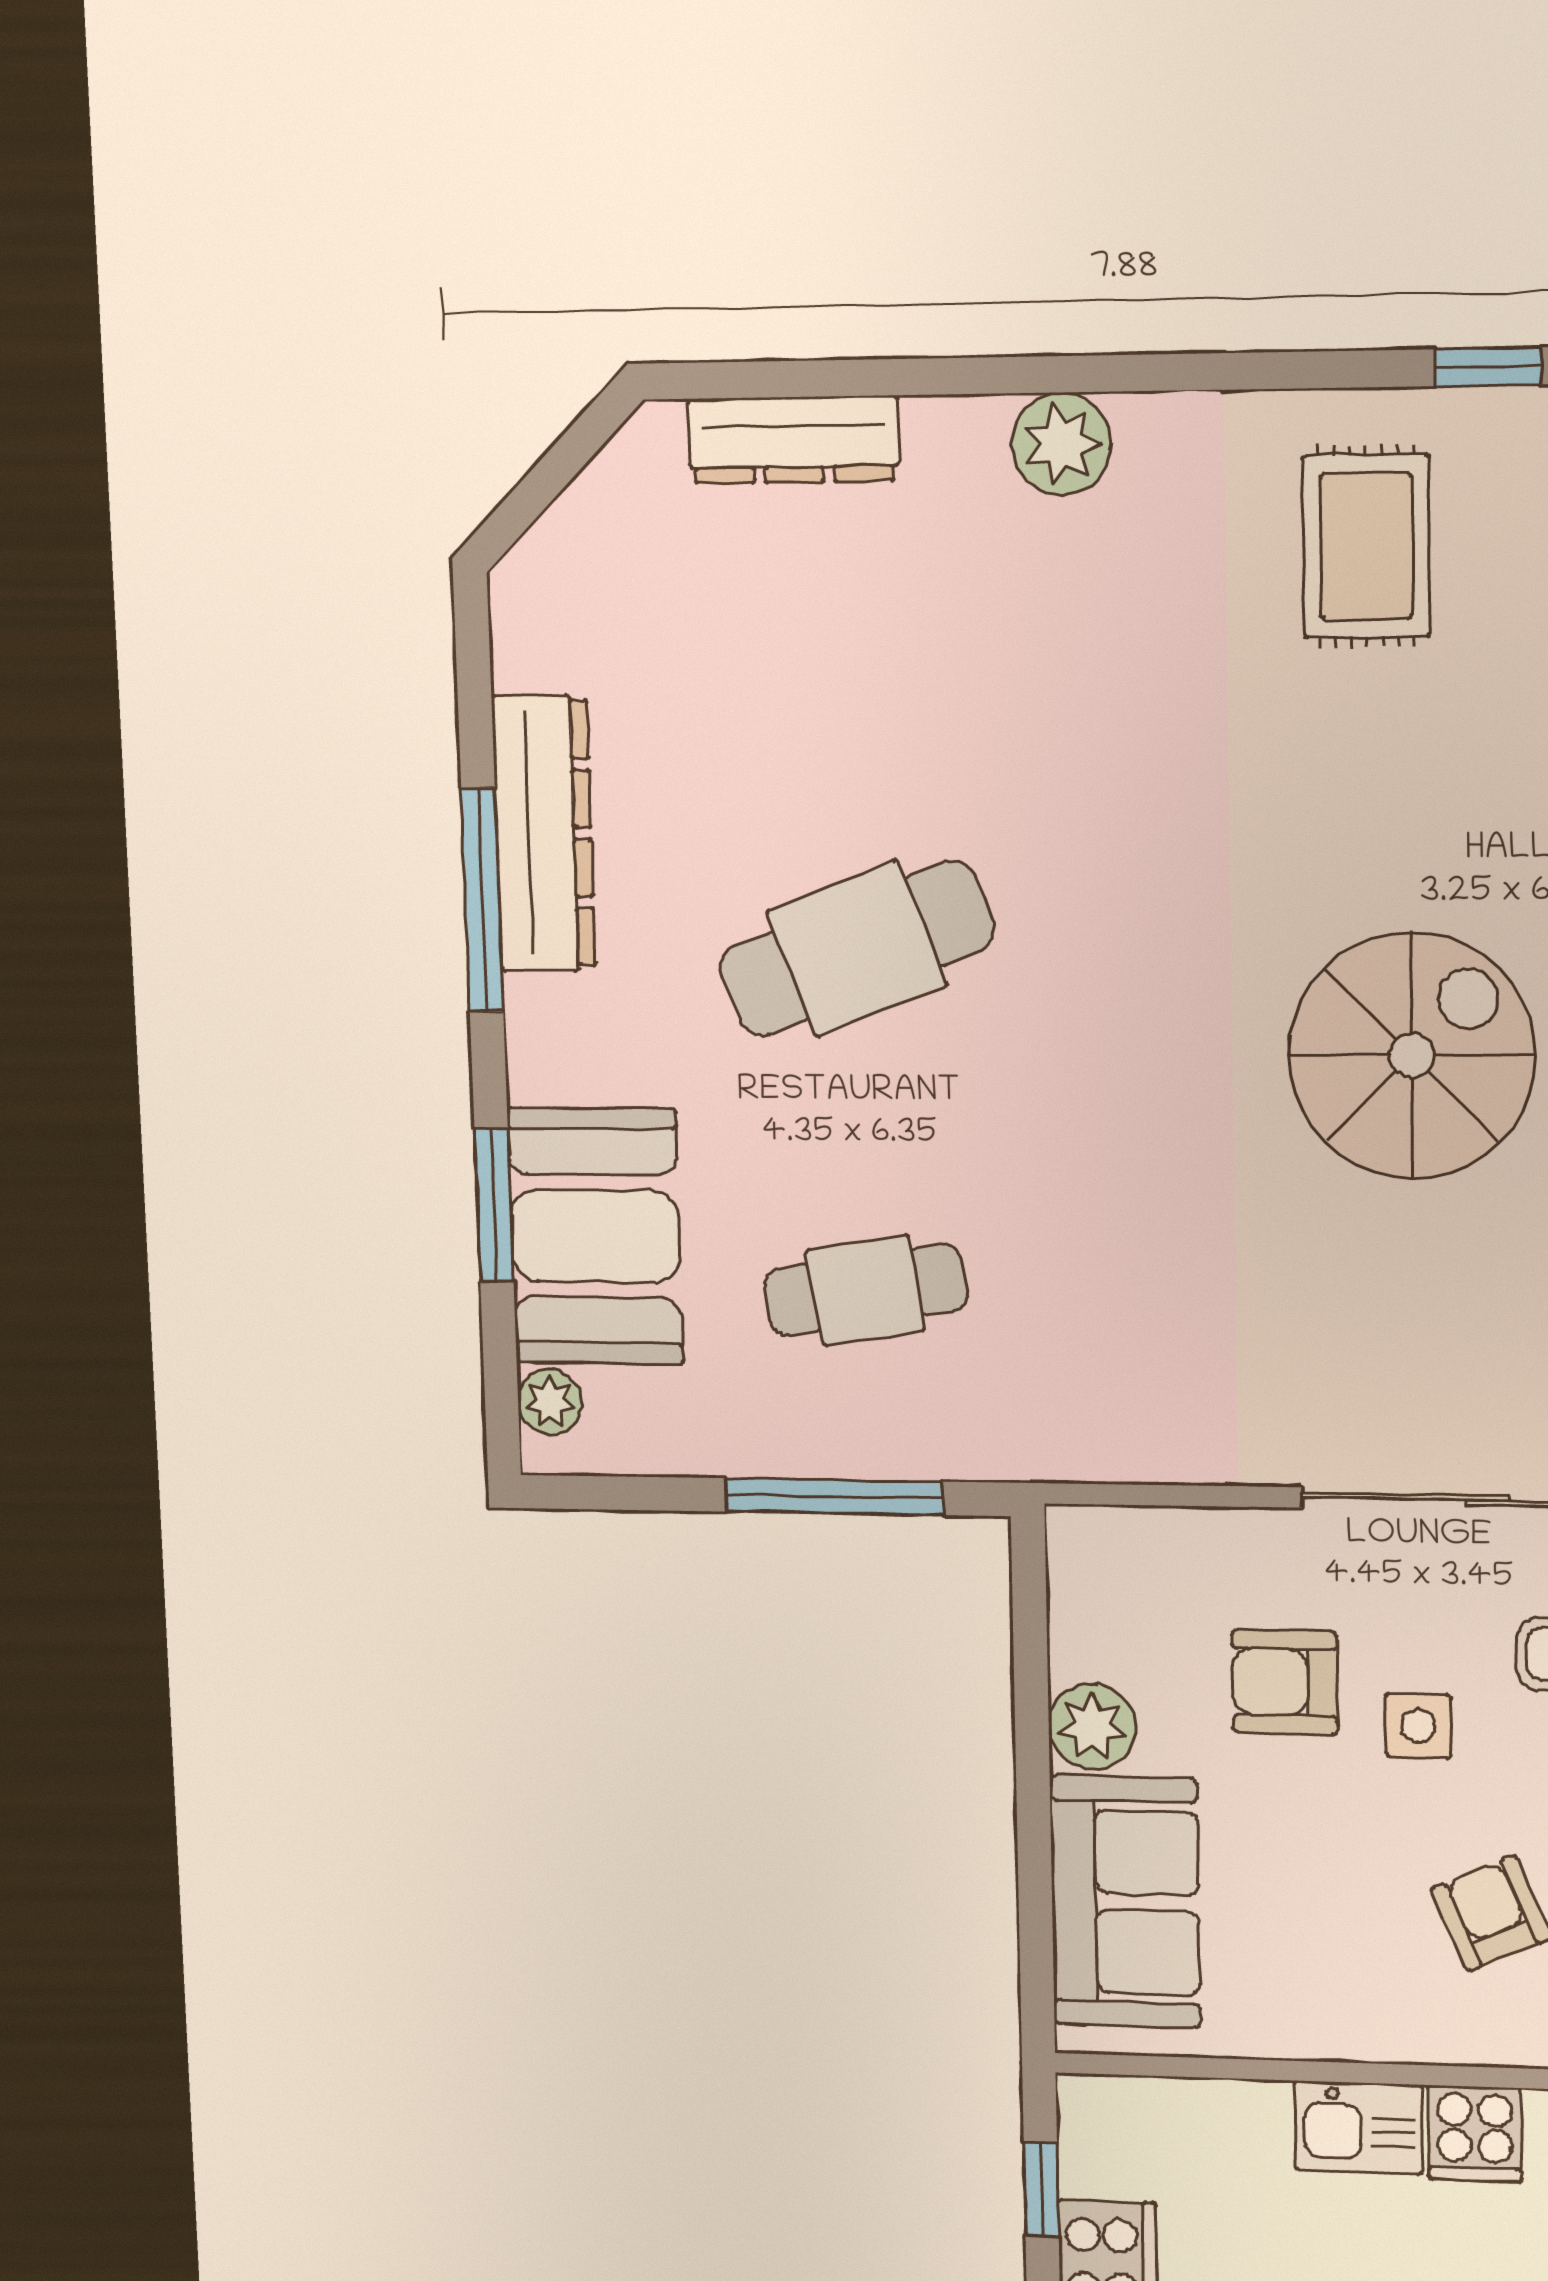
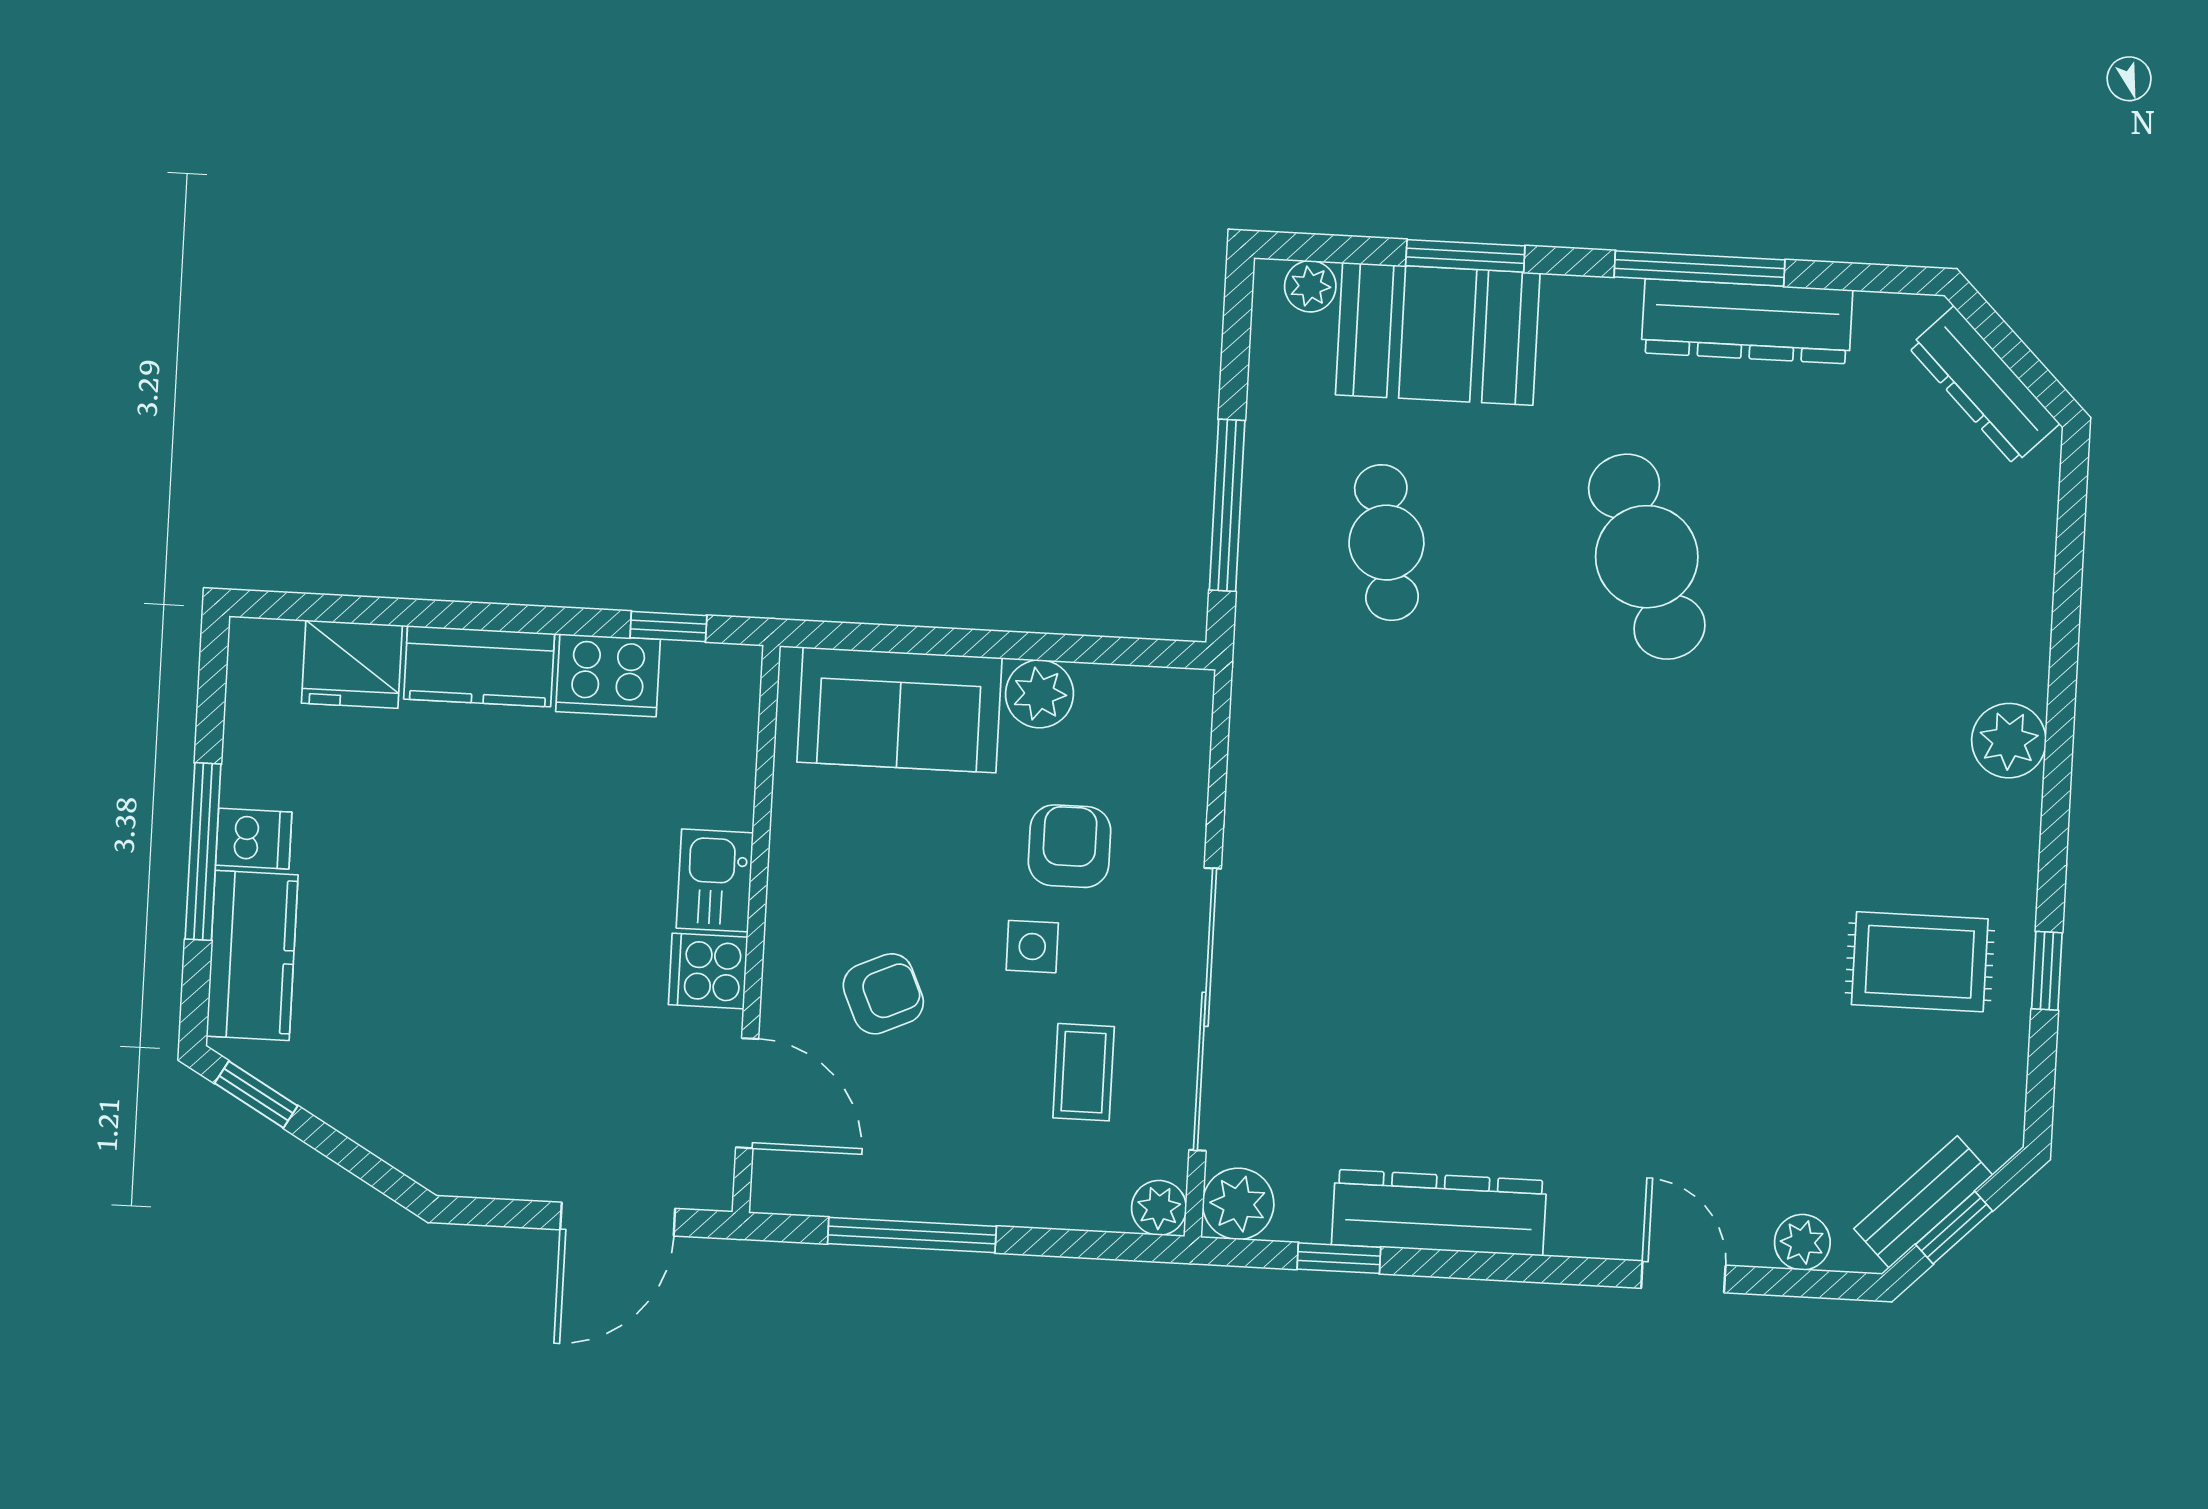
window: (1488, 367) -> (2047, 971), moved
dresser: (794, 440) -> (1984, 385), moved, turned -45
spiral stairs: (1412, 1056) -> (1544, 973), removed

